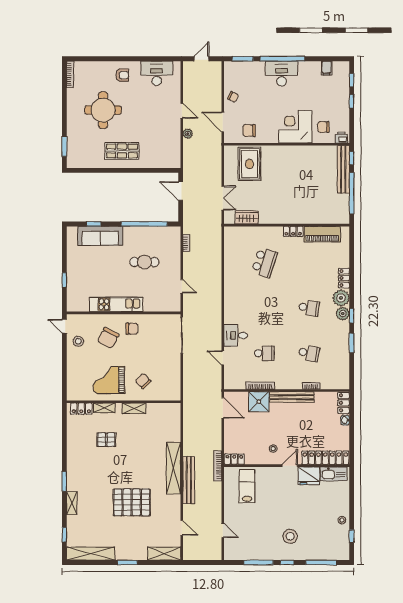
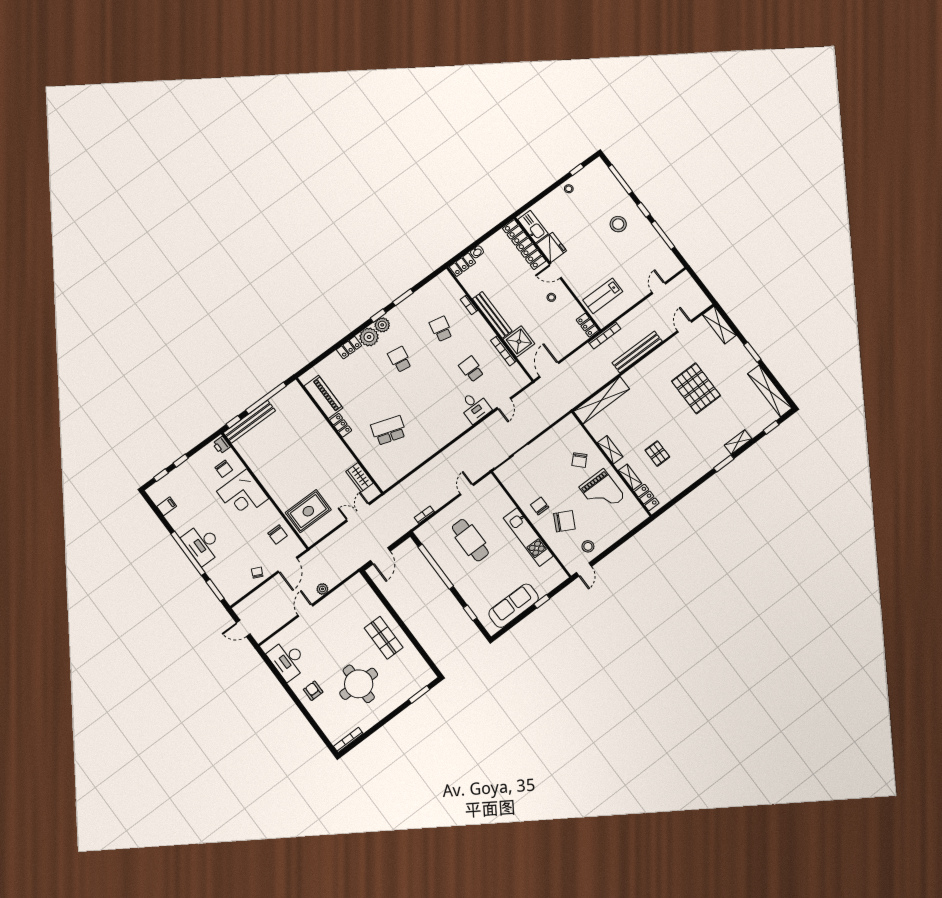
sofa: (100, 236) -> (514, 606), moved, turned -90
cafe table: (144, 262) -> (470, 540), width x1.37, depth x1.35
shelving: (174, 468) -> (602, 400), moved

